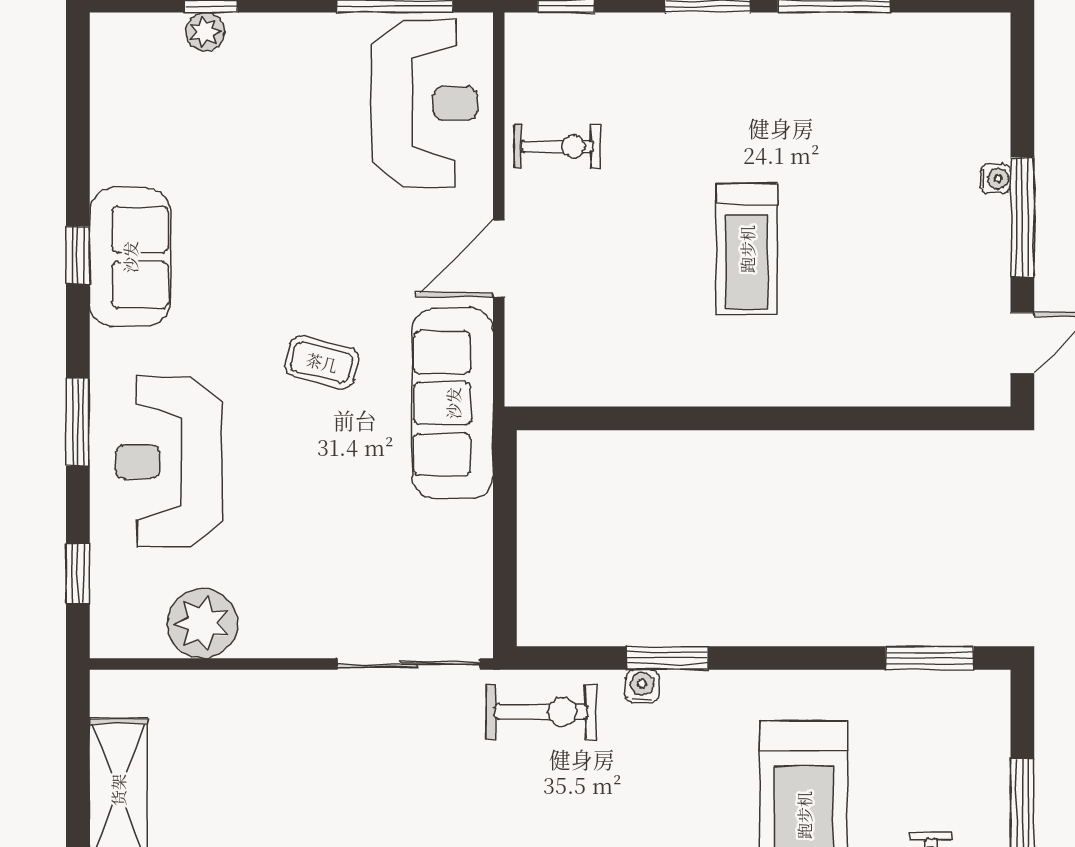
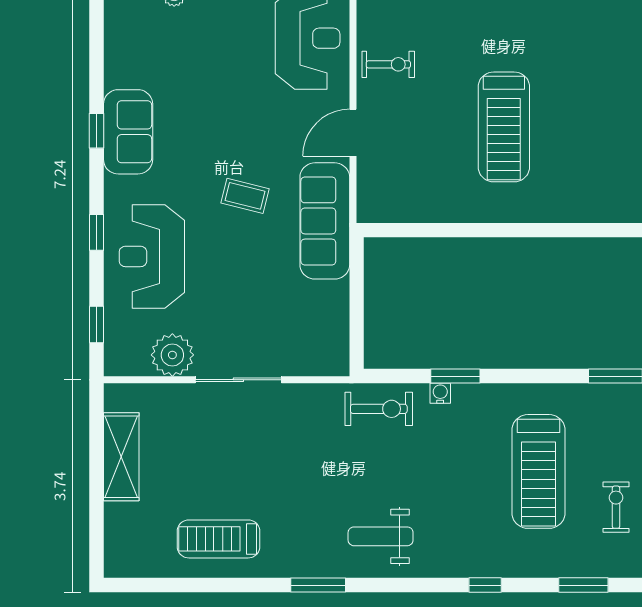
treadmill: (747, 249) -> (504, 127), width x1.37, depth x1.38
window: (78, 422) -> (97, 232), width x0.67
sliding door: (409, 664) -> (238, 380), moved

